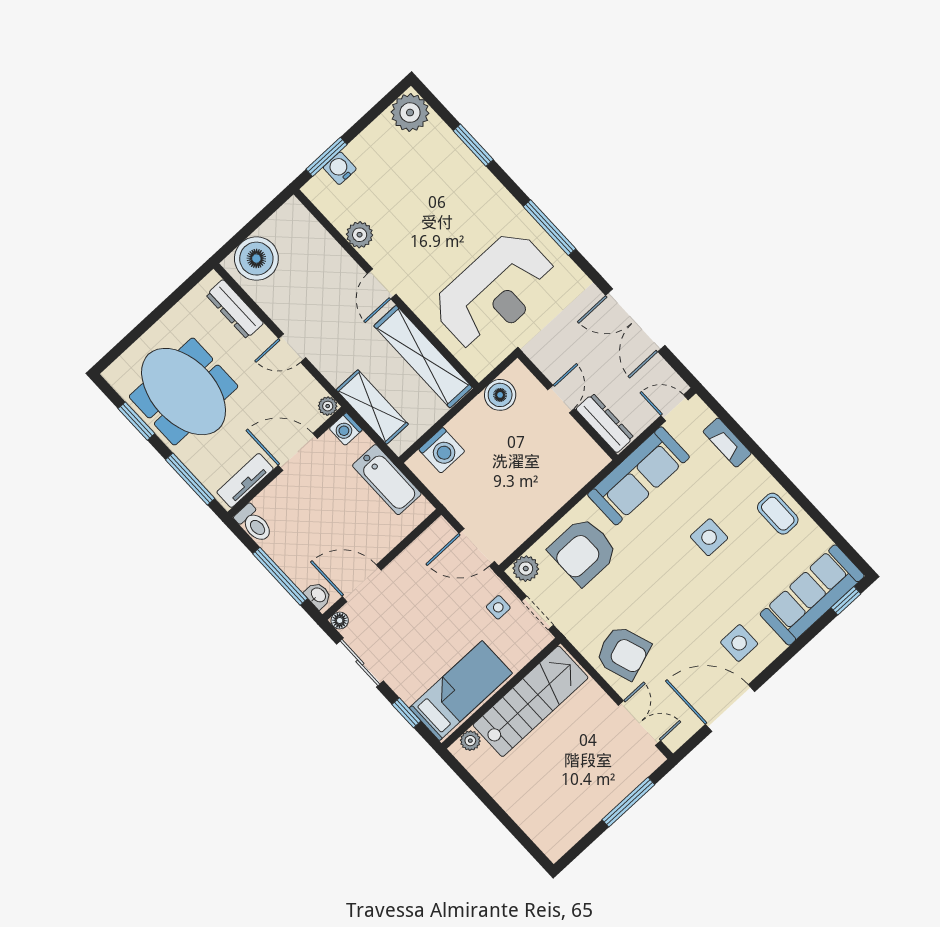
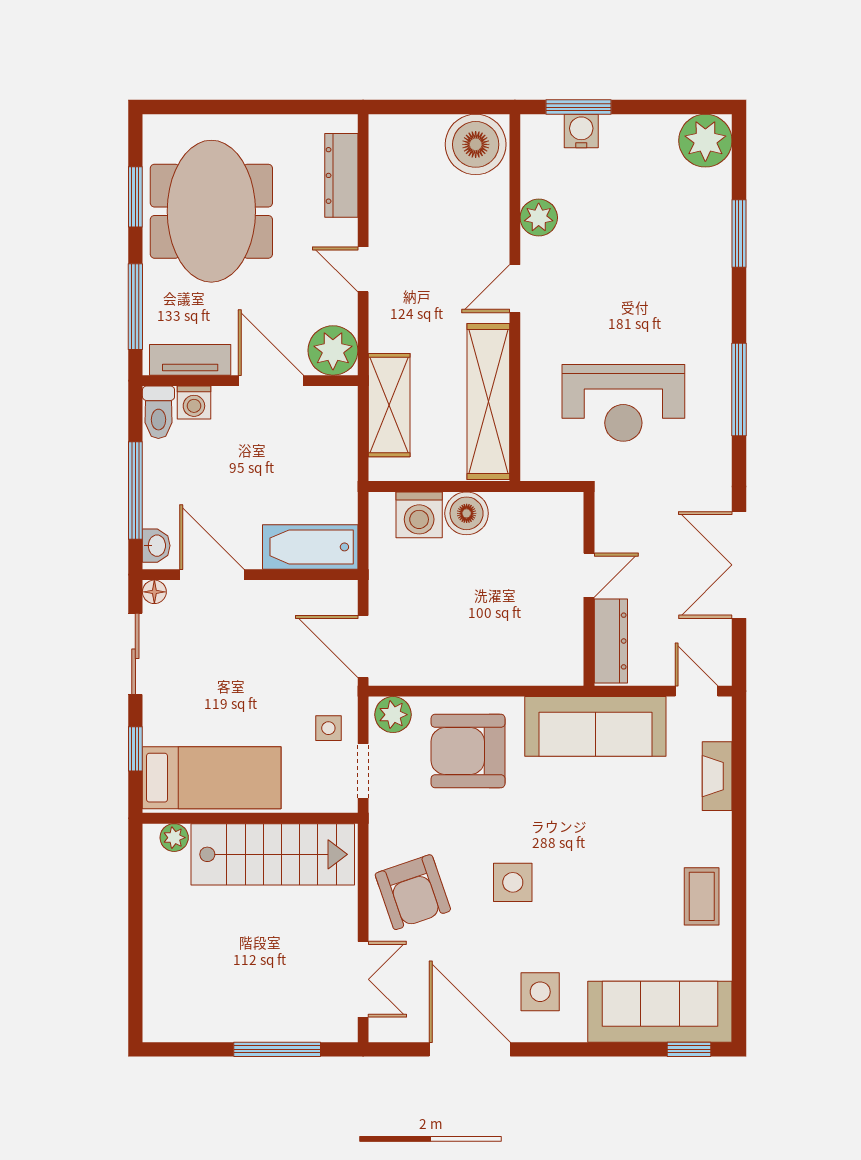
boiler: (256, 259) -> (476, 144), moved
reception desk: (495, 291) -> (623, 403), width x0.74, depth x0.77
boiler: (500, 395) -> (467, 513), moved
plant: (328, 406) -> (333, 350), width x1.88, depth x1.88
washing machine: (346, 429) -> (194, 403), moved, turned -90
bathtub: (387, 480) -> (310, 547), moved, turned 90
side table: (709, 537) -> (513, 882), moved

